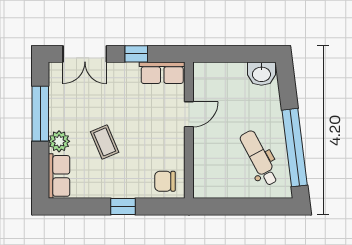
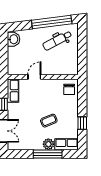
window: (40, 114) -> (48, 154), moved
door: (189, 114) -> (34, 77), hinge flipped
window: (123, 207) -> (82, 123), moved

